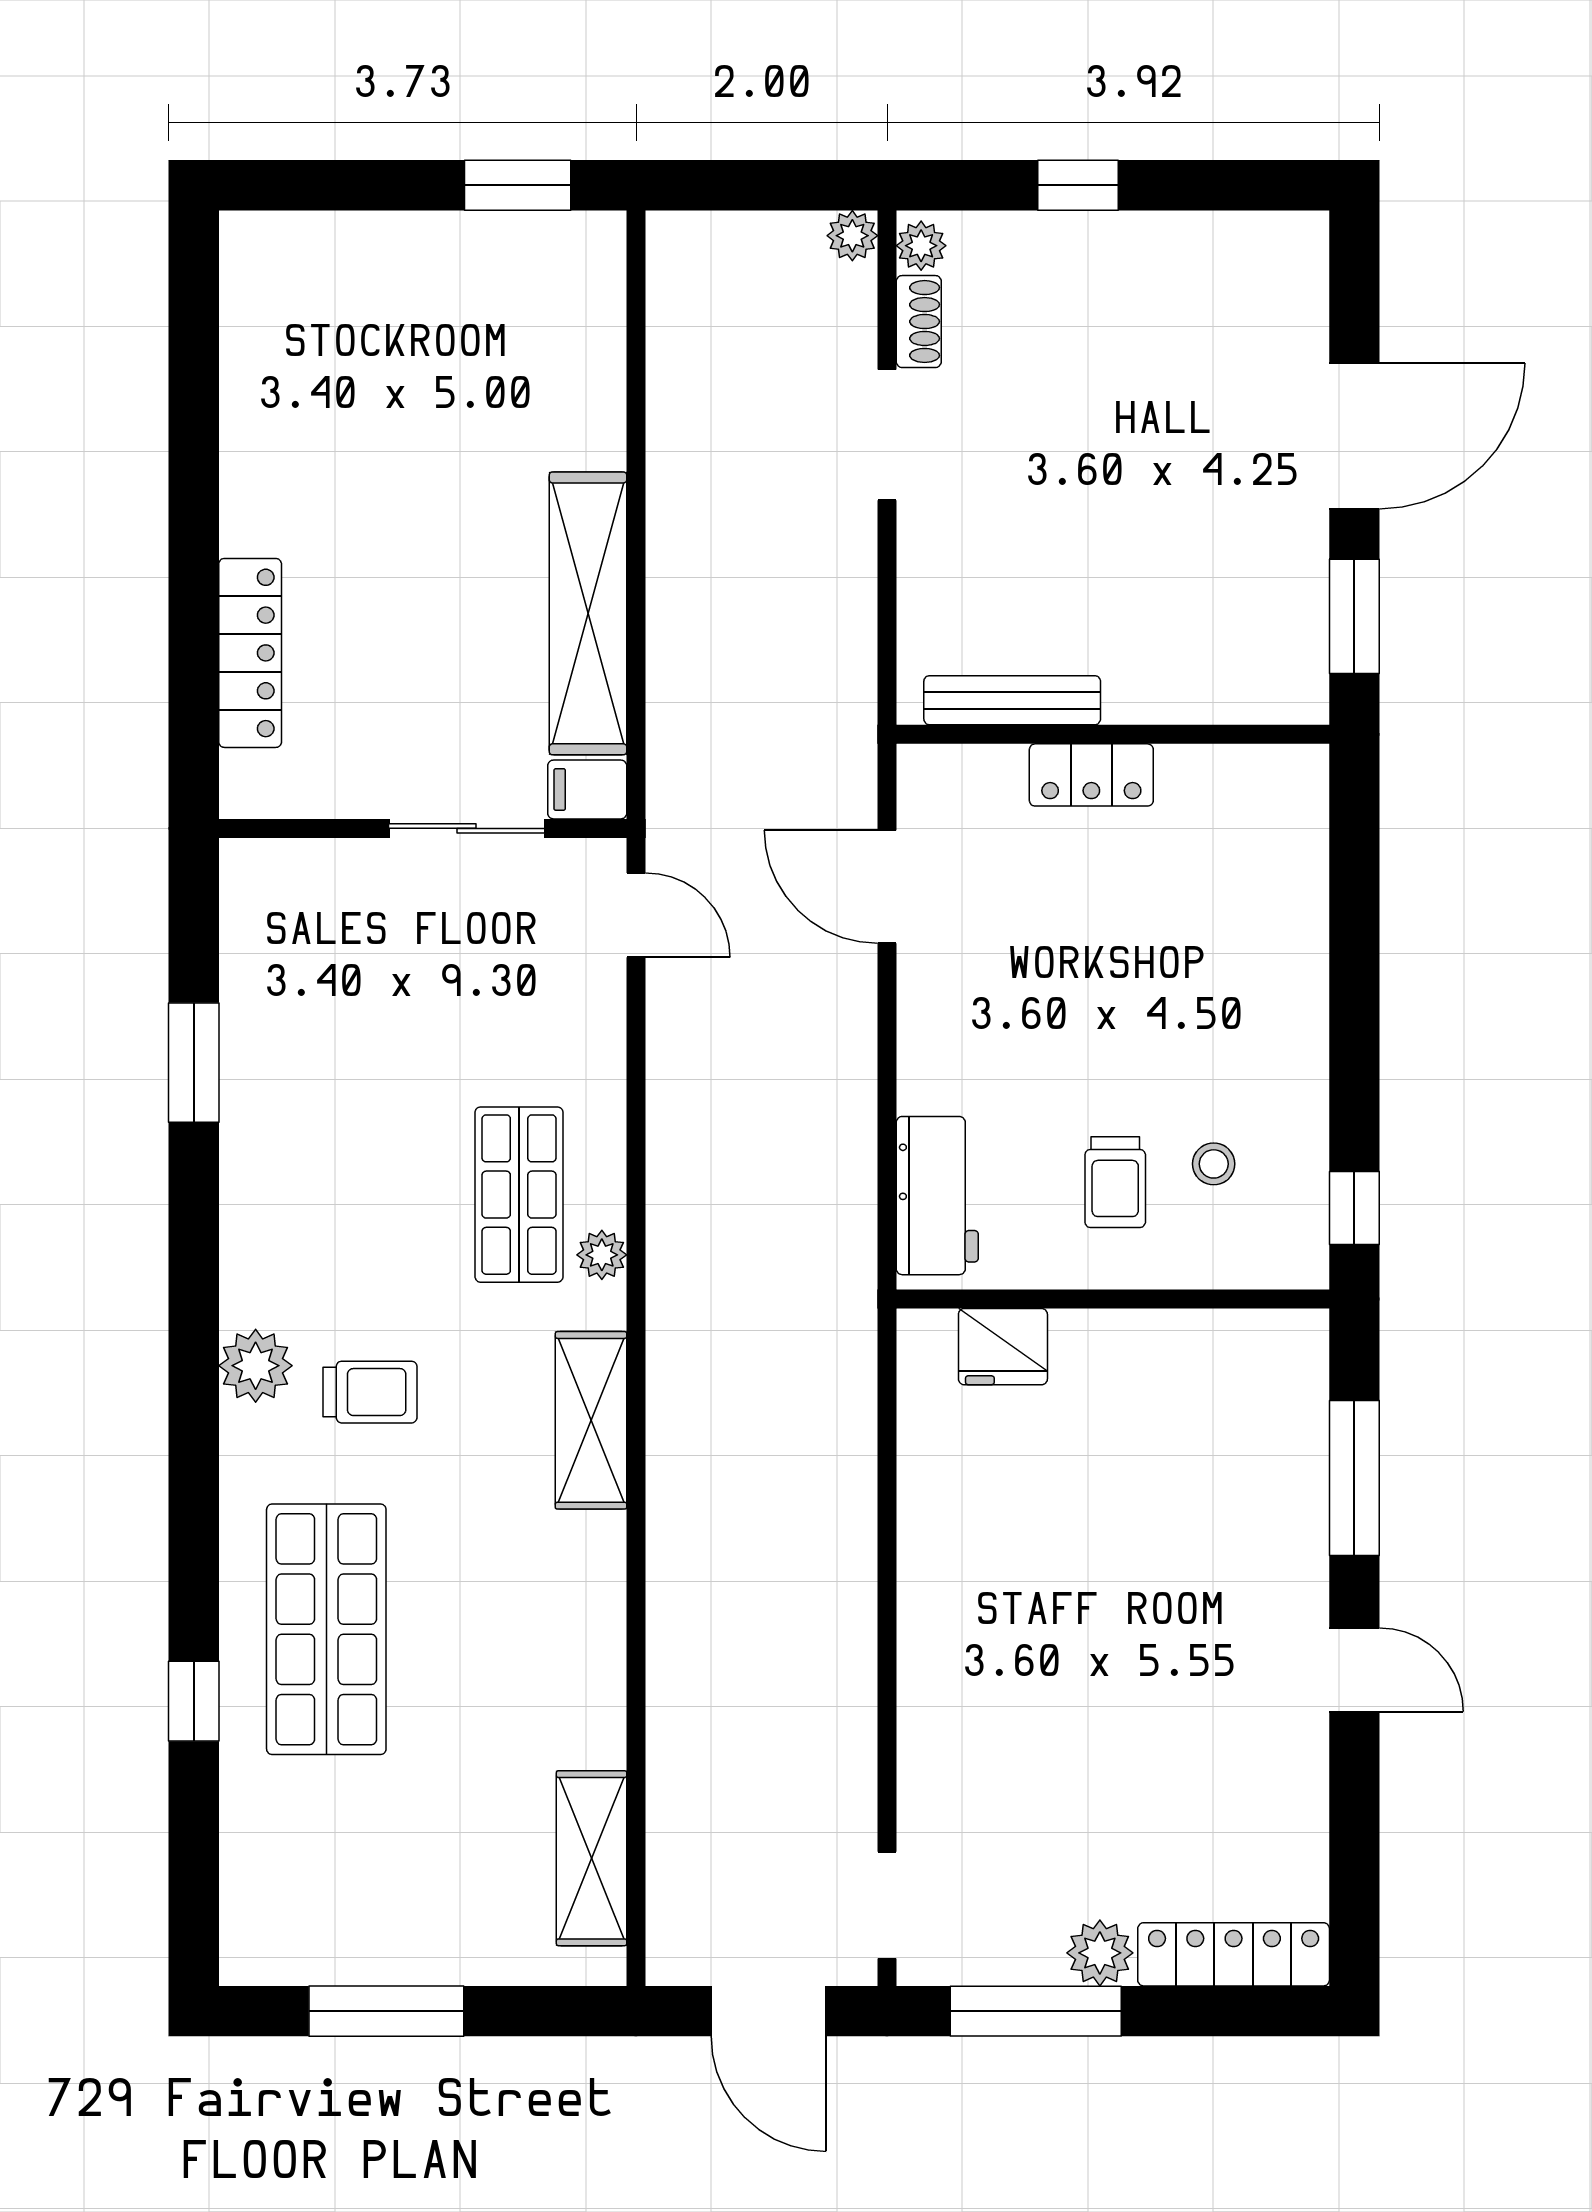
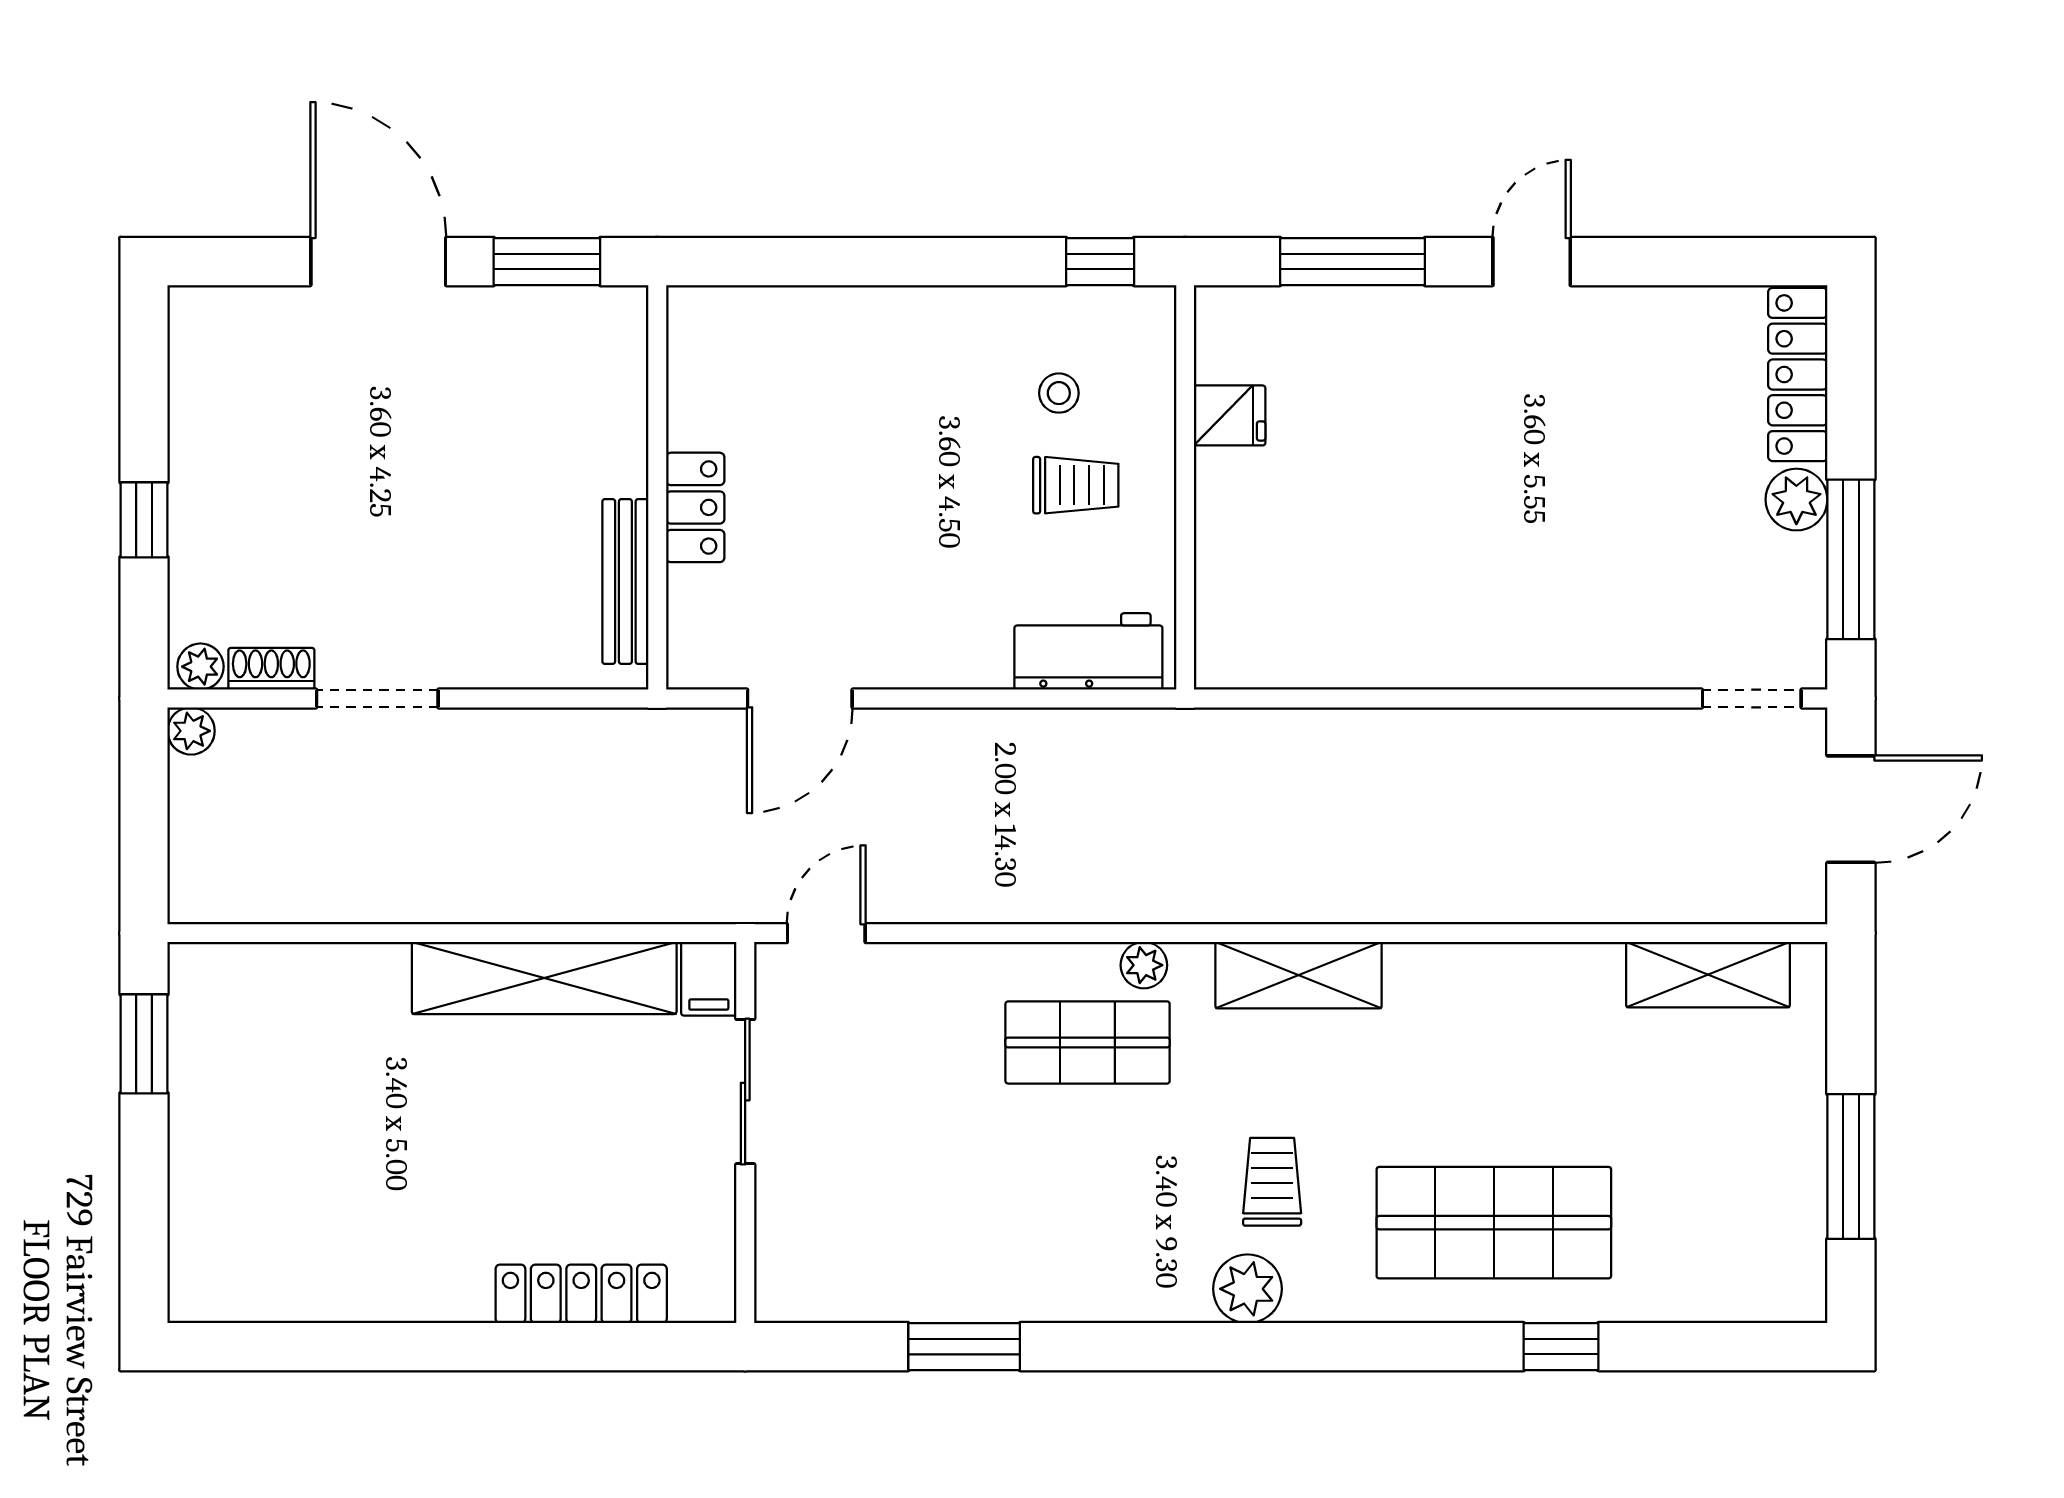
fridge: (1003, 1347) -> (1230, 415), moved, width x0.72

